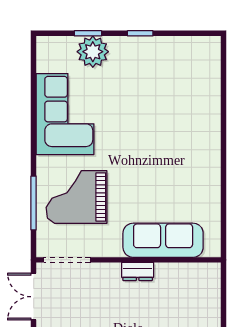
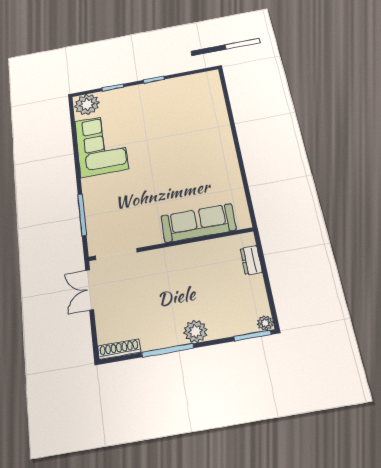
plant: (93, 52) -> (87, 105), moved
grand piano: (77, 197) -> (118, 203), removed
dresser: (138, 271) -> (251, 260), moved, turned 90

